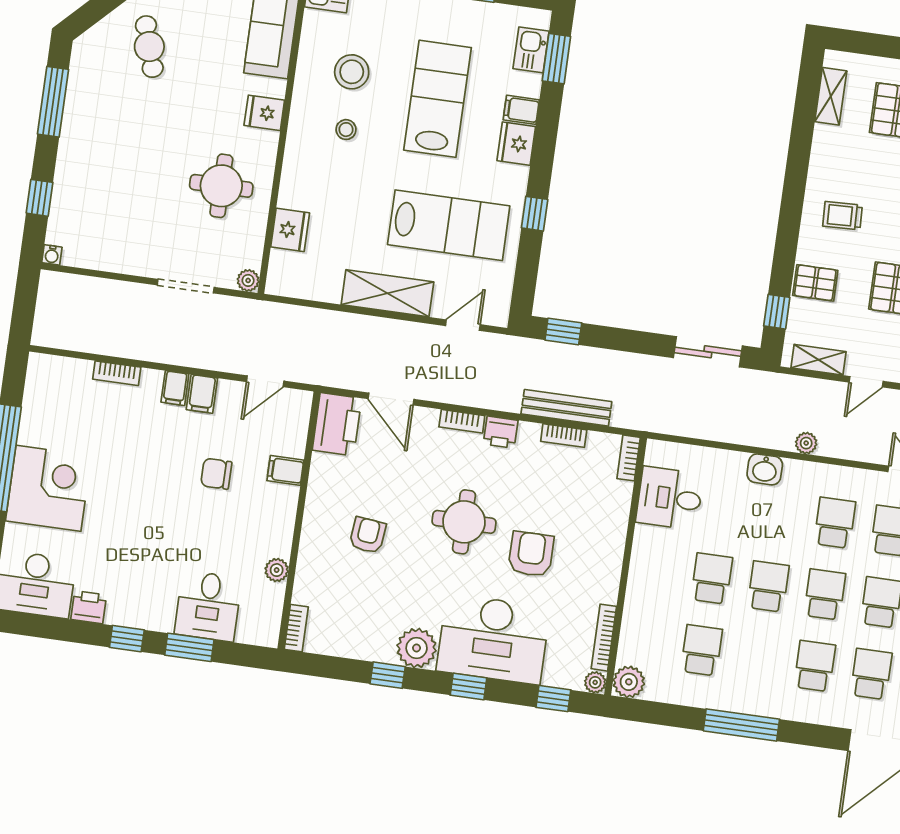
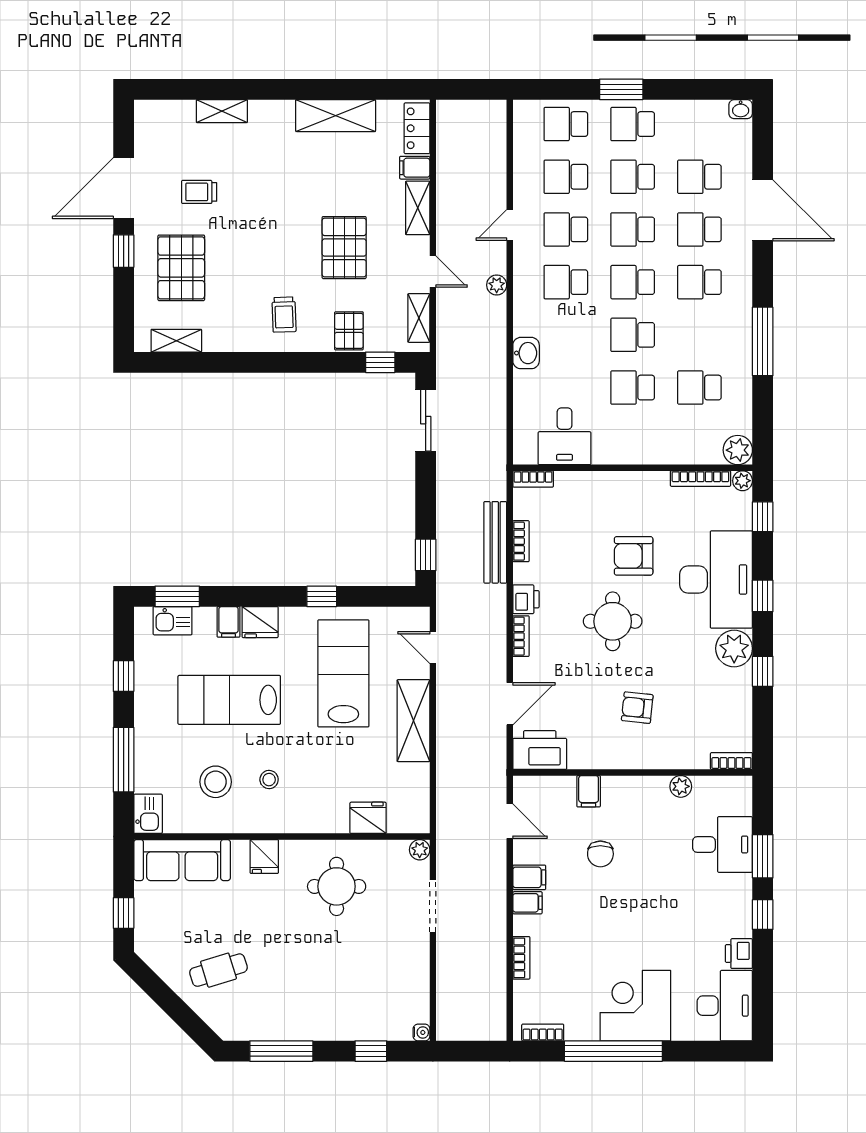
bookcase: (34, 385) -> (543, 1032), added
plant: (806, 443) -> (497, 285), moved

